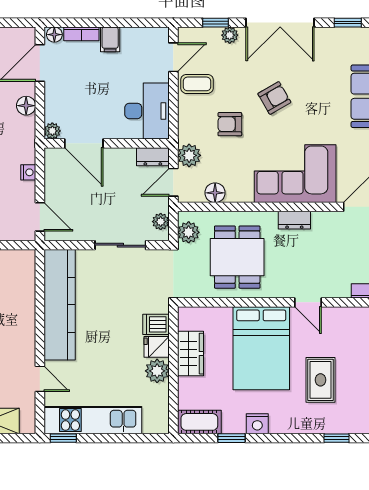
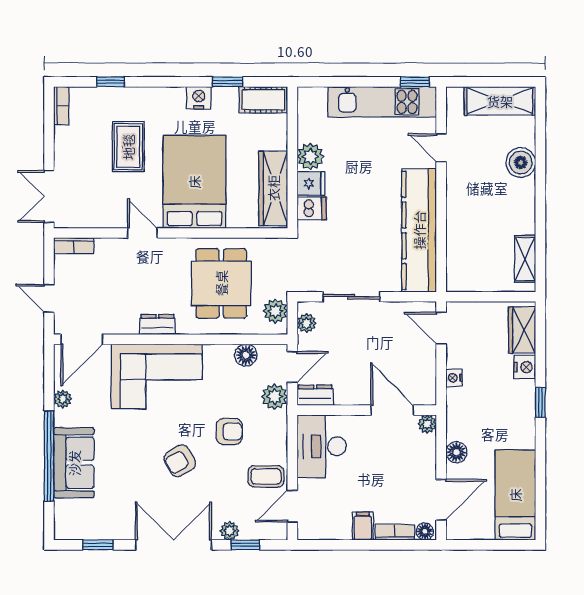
wardrobe: (191, 354) -> (273, 188), width x1.50

